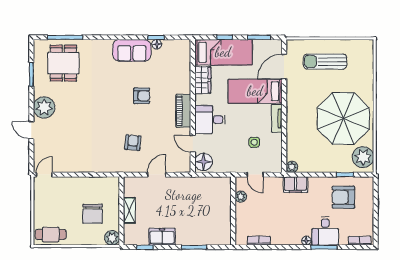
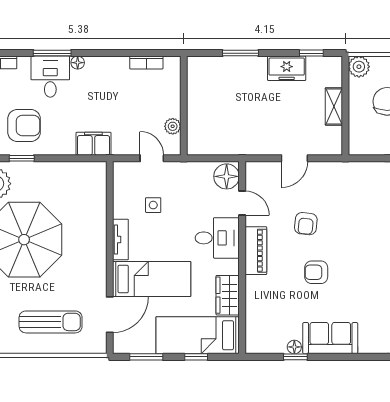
armchair: (133, 143) -> (306, 224), moved
plant: (292, 167) -> (99, 169), removed

